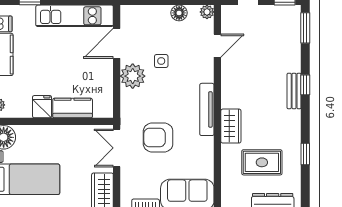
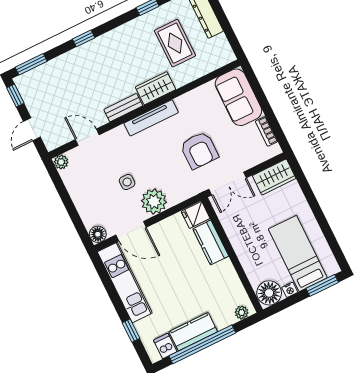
floor lamp: (179, 13) -> (98, 234), moved
bench: (294, 91) -> (123, 108), moved
fridge: (42, 107) -> (196, 215), moved

